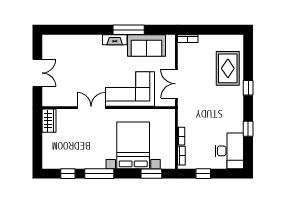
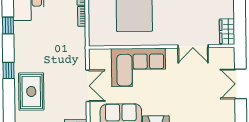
double door: (176, 84) -> (88, 86), moved
double door: (91, 108) -> (193, 46), moved

